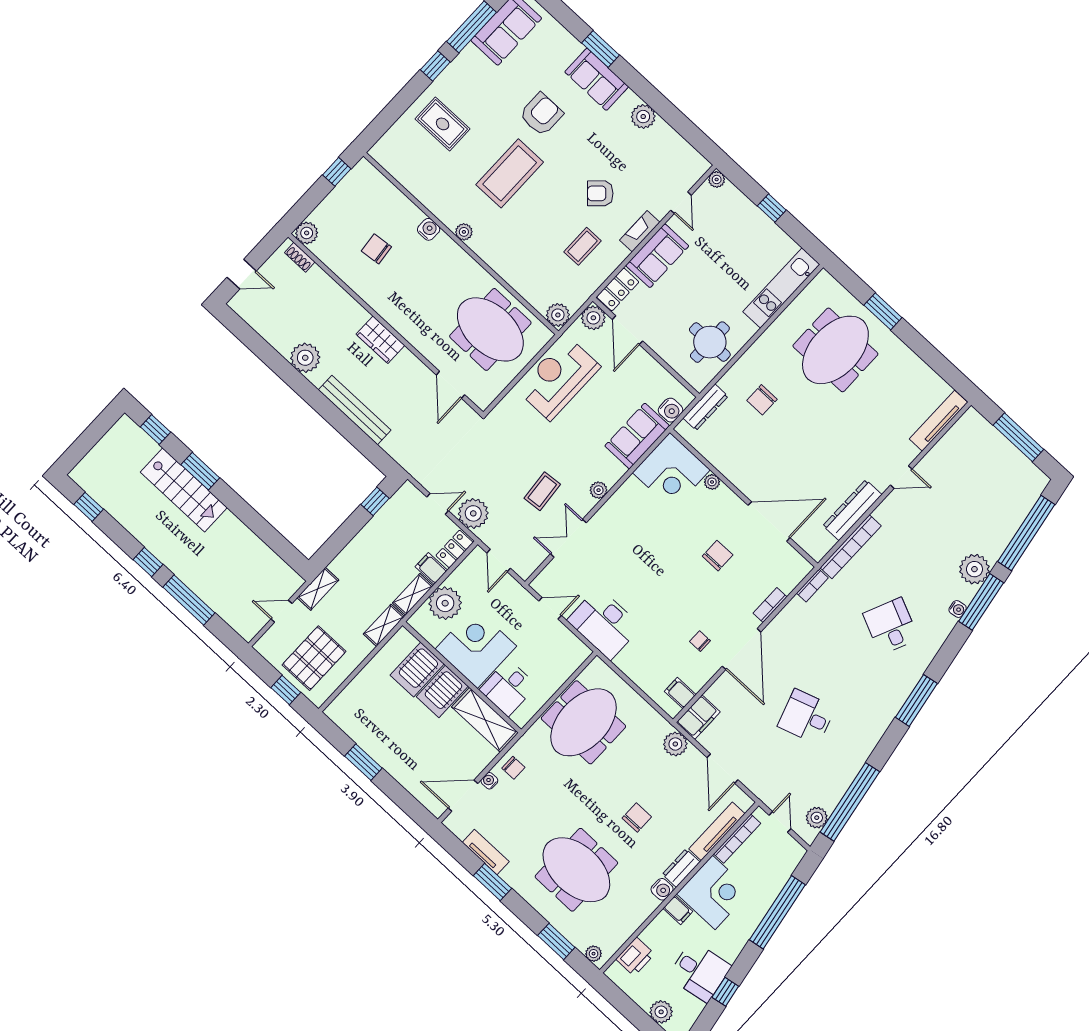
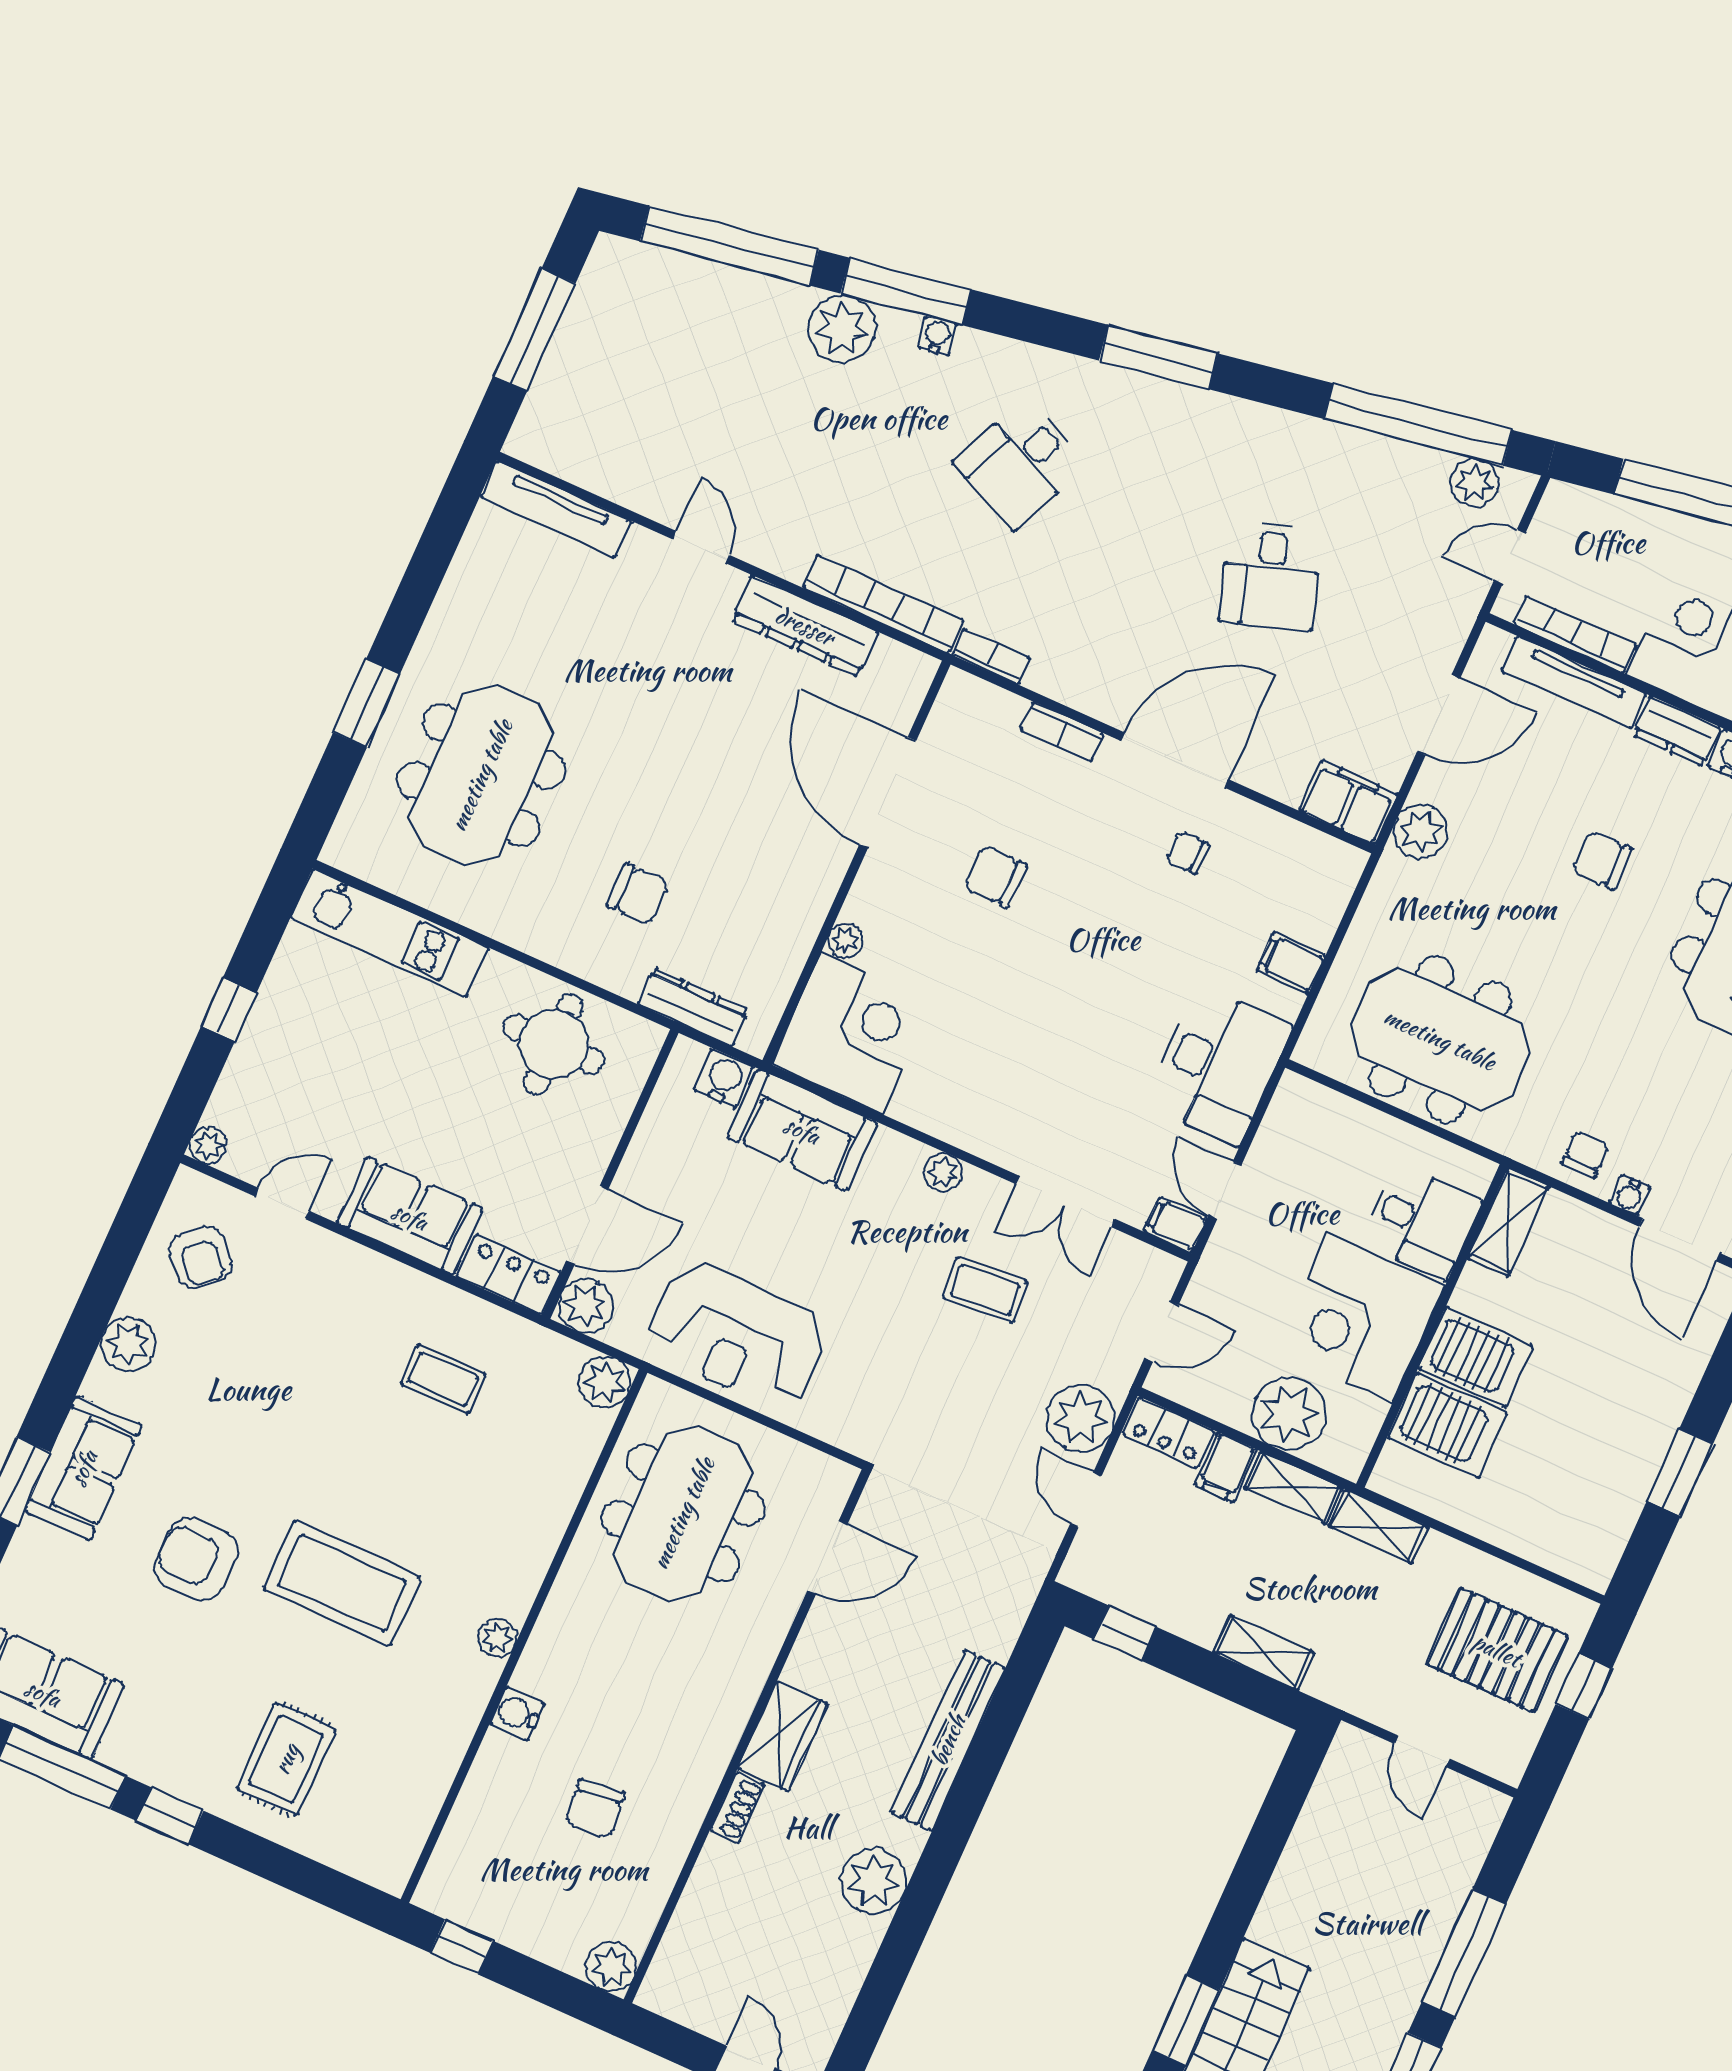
armchair: (600, 193) -> (200, 1257), moved
fireplace: (640, 231) -> (371, 1270), removed
shoe rack: (300, 257) -> (737, 1808), moved
meeting table: (835, 350) -> (481, 775), turned 90
filing cabinet: (542, 582) -> (1176, 1225), added
shelving: (318, 589) -> (1264, 1652), moved
chair: (700, 641) -> (1187, 853), turned 90
filing cabinet: (680, 693) -> (1291, 963), moved, turned 90
shelving: (485, 720) -> (1508, 1222), width x0.67, depth x0.75

